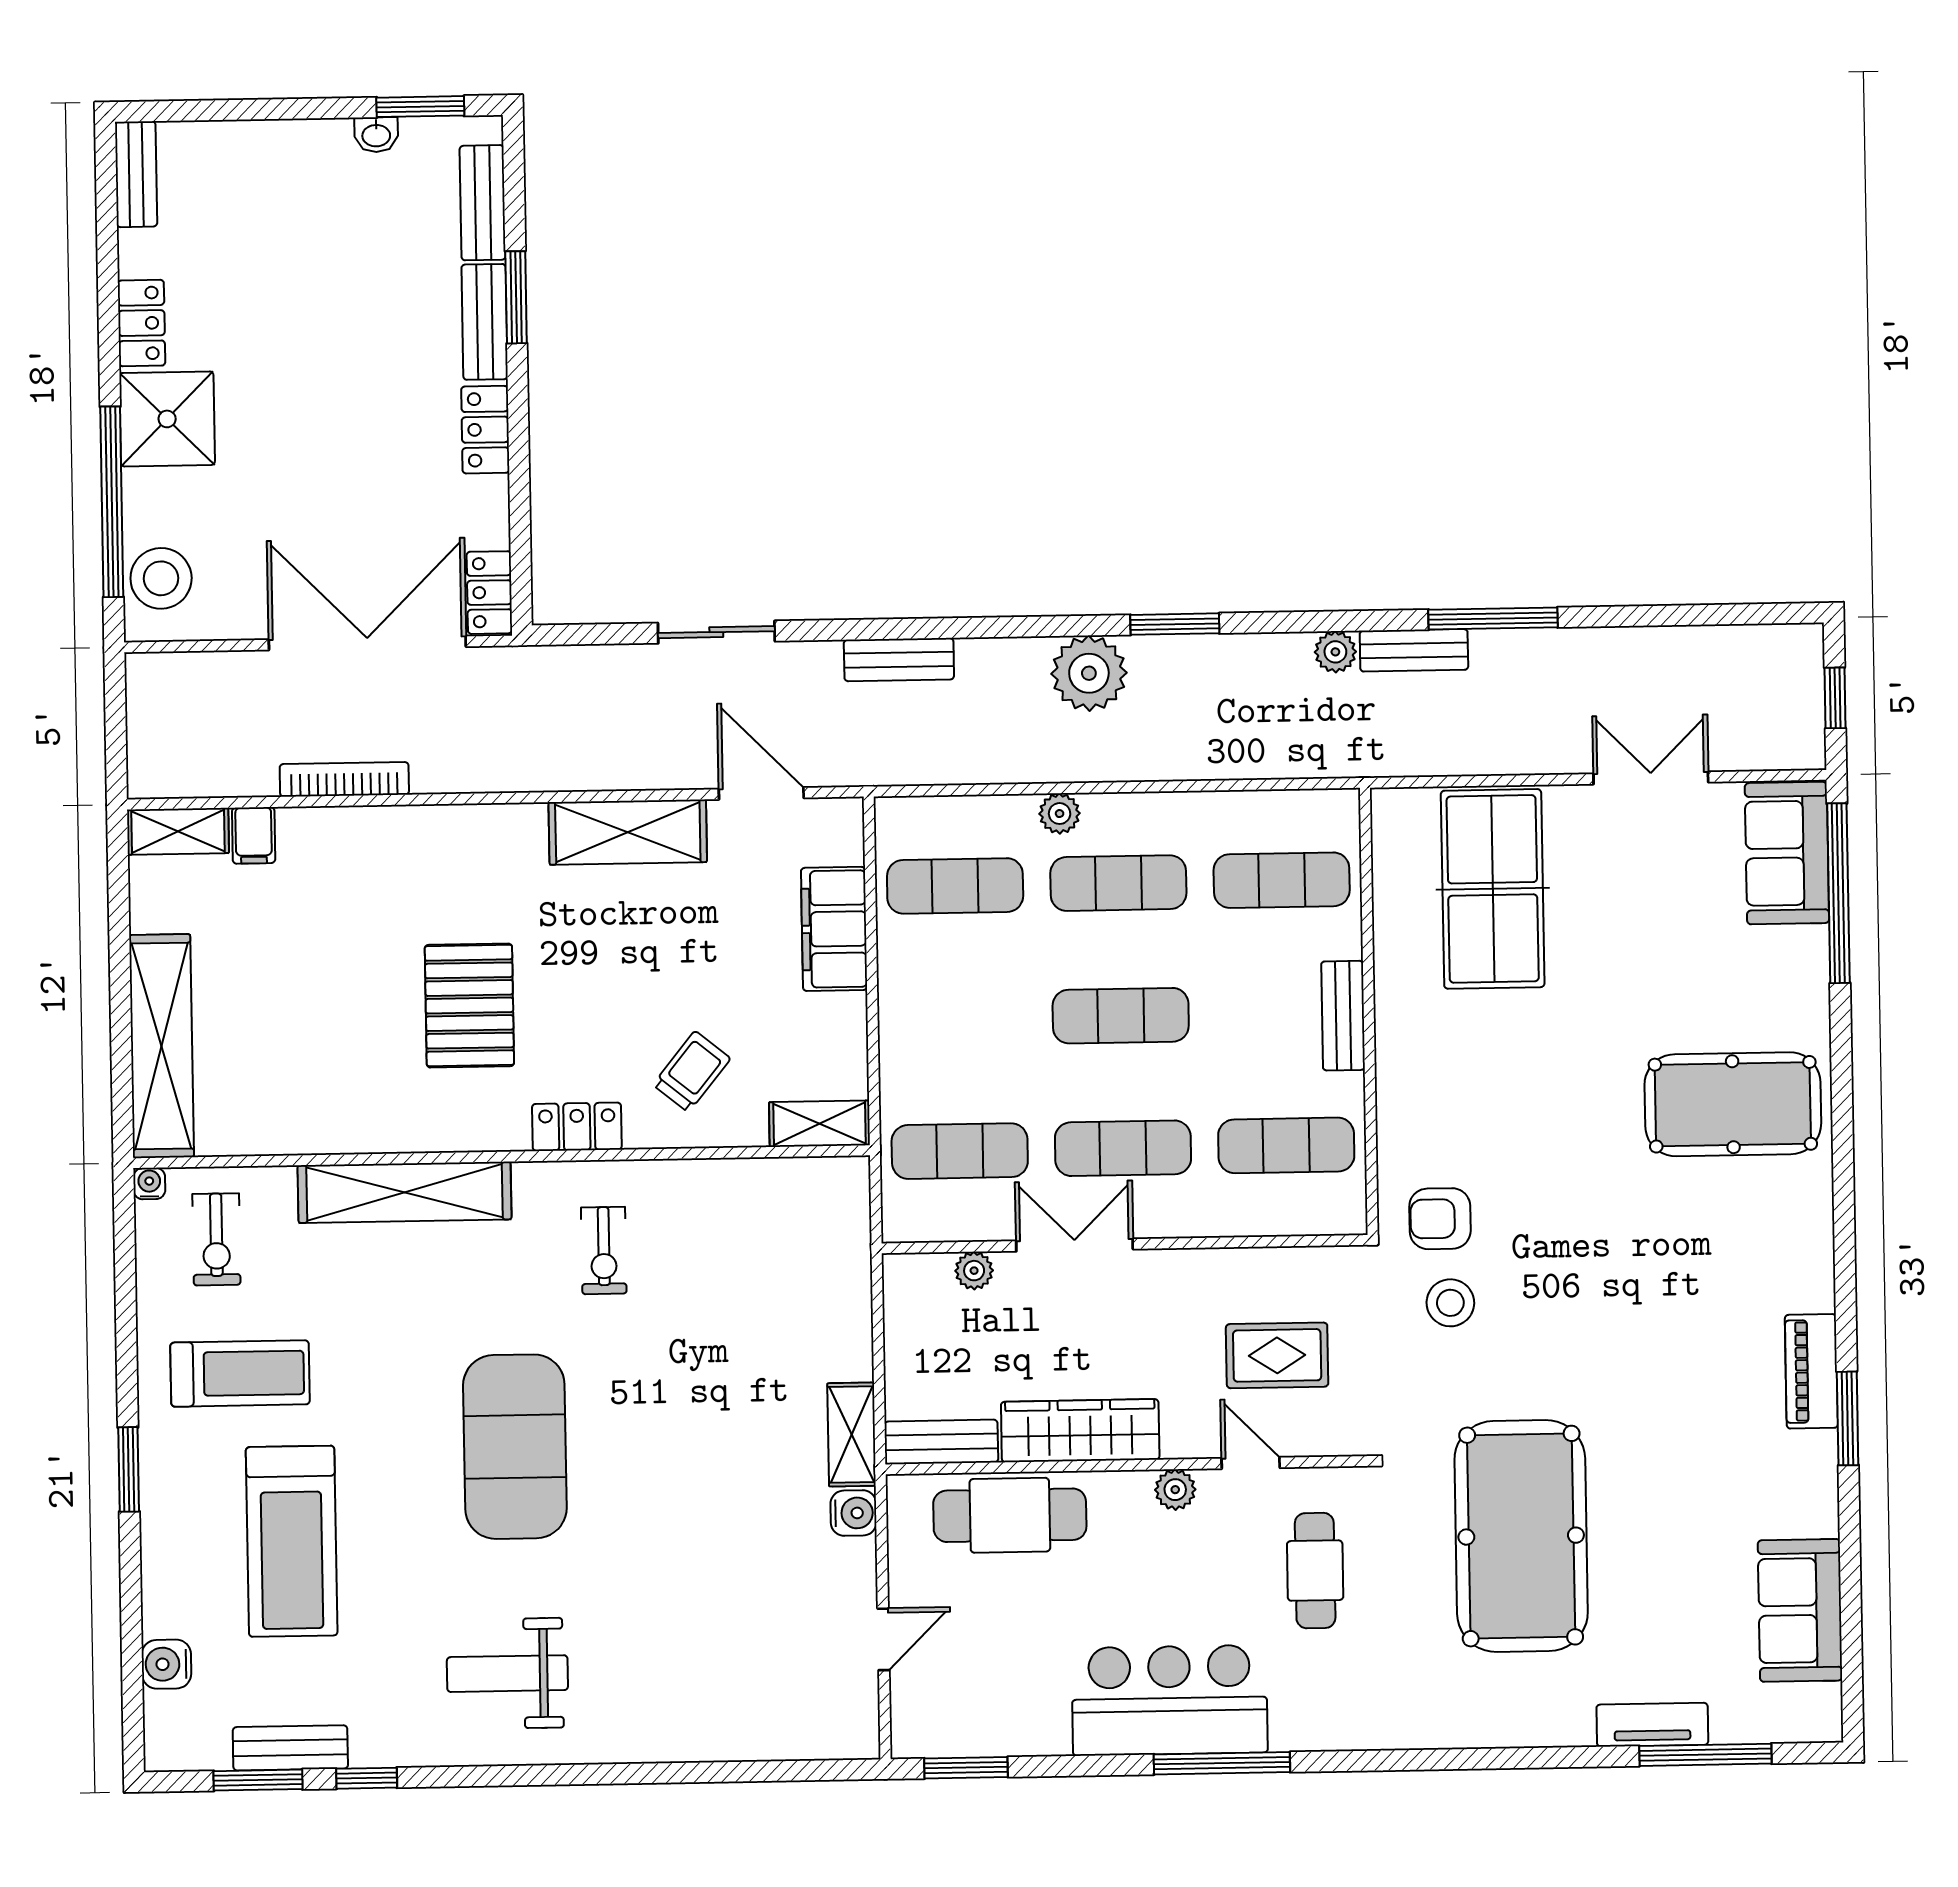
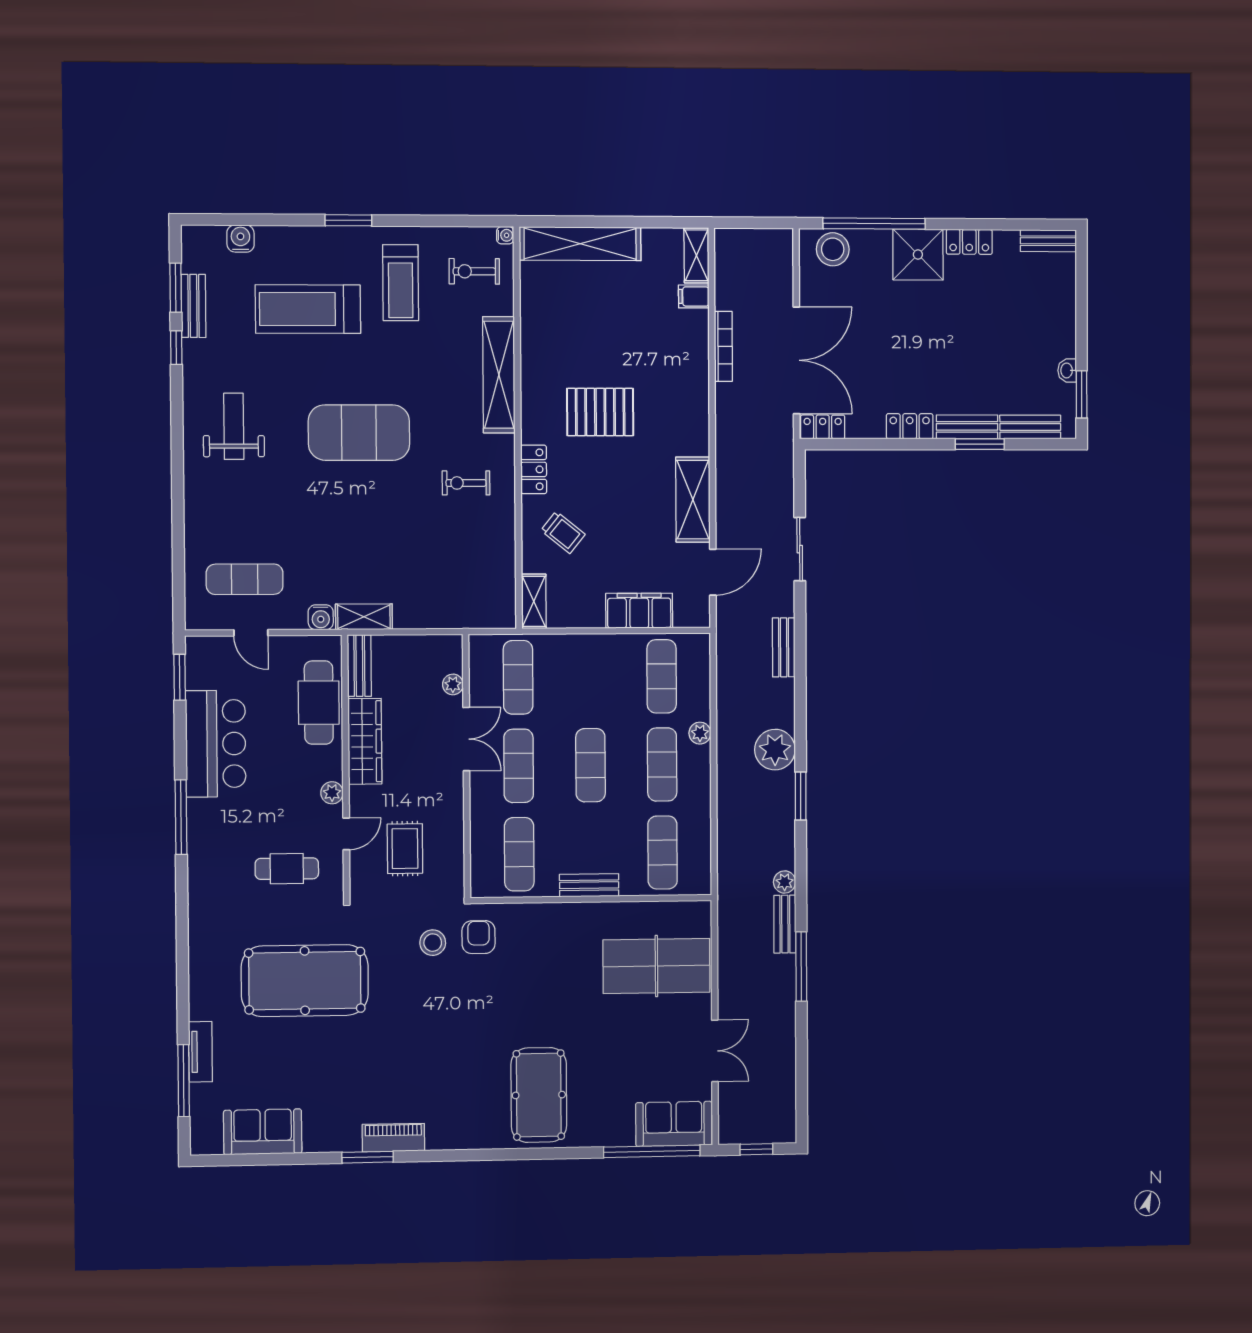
exercise mat: (786, 1652) -> (245, 579), added
bar counter: (1170, 1700) -> (216, 744), moved

